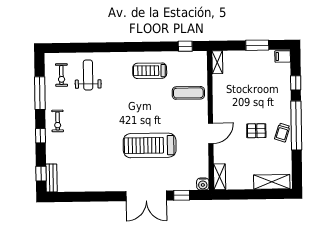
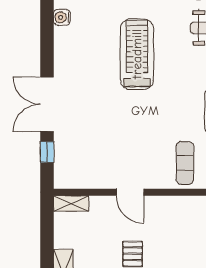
treadmill: (150, 145) -> (137, 54), moved
water cooler: (203, 184) -> (62, 17), moved

